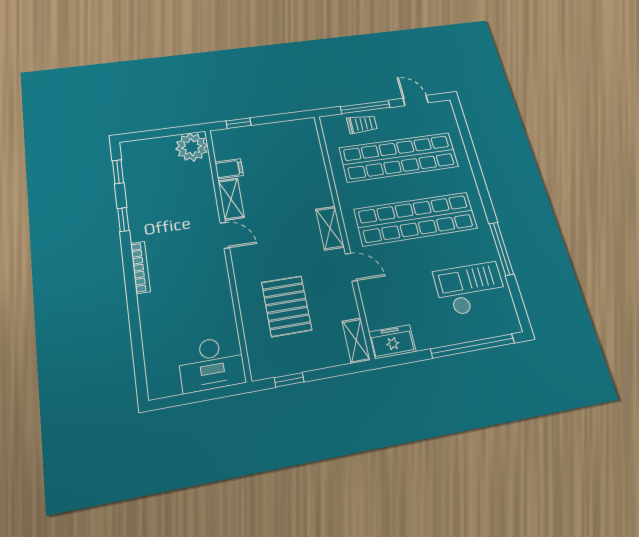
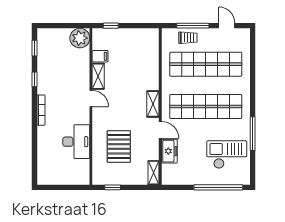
freezer: (392, 342) -> (169, 151), moved, turned 90
desk: (211, 364) -> (76, 142), moved, turned -90

